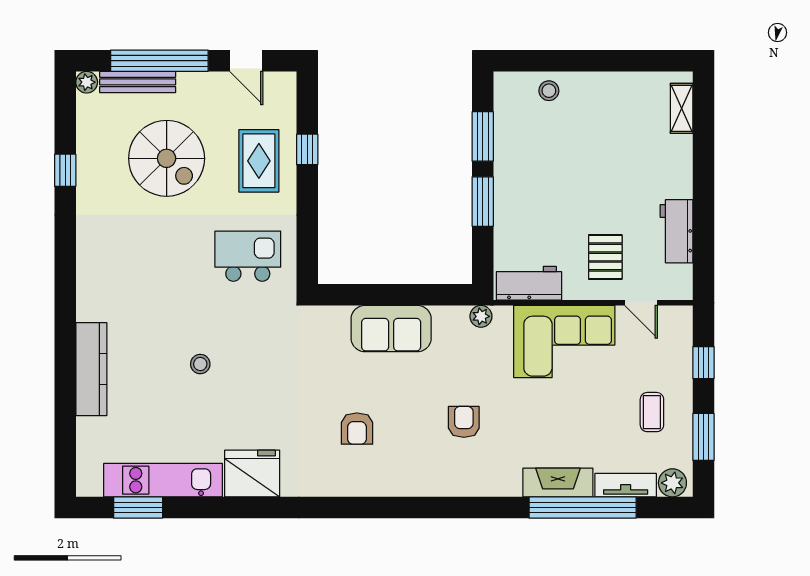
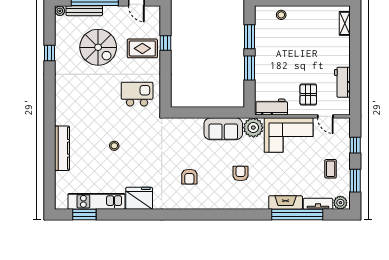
rug: (259, 161) -> (142, 48), turned 90
plant: (481, 316) -> (253, 128), width x1.88, depth x1.88
sofa: (391, 329) -> (223, 129), moved

